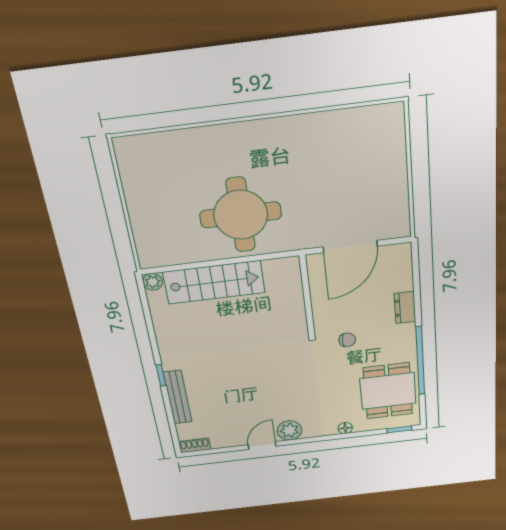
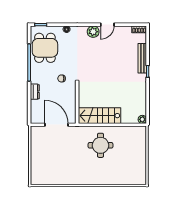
round table: (241, 215) -> (101, 145), width x0.73, depth x0.73
door: (350, 247) -> (57, 125), hinge flipped
stairs: (214, 282) -> (100, 116), moved

